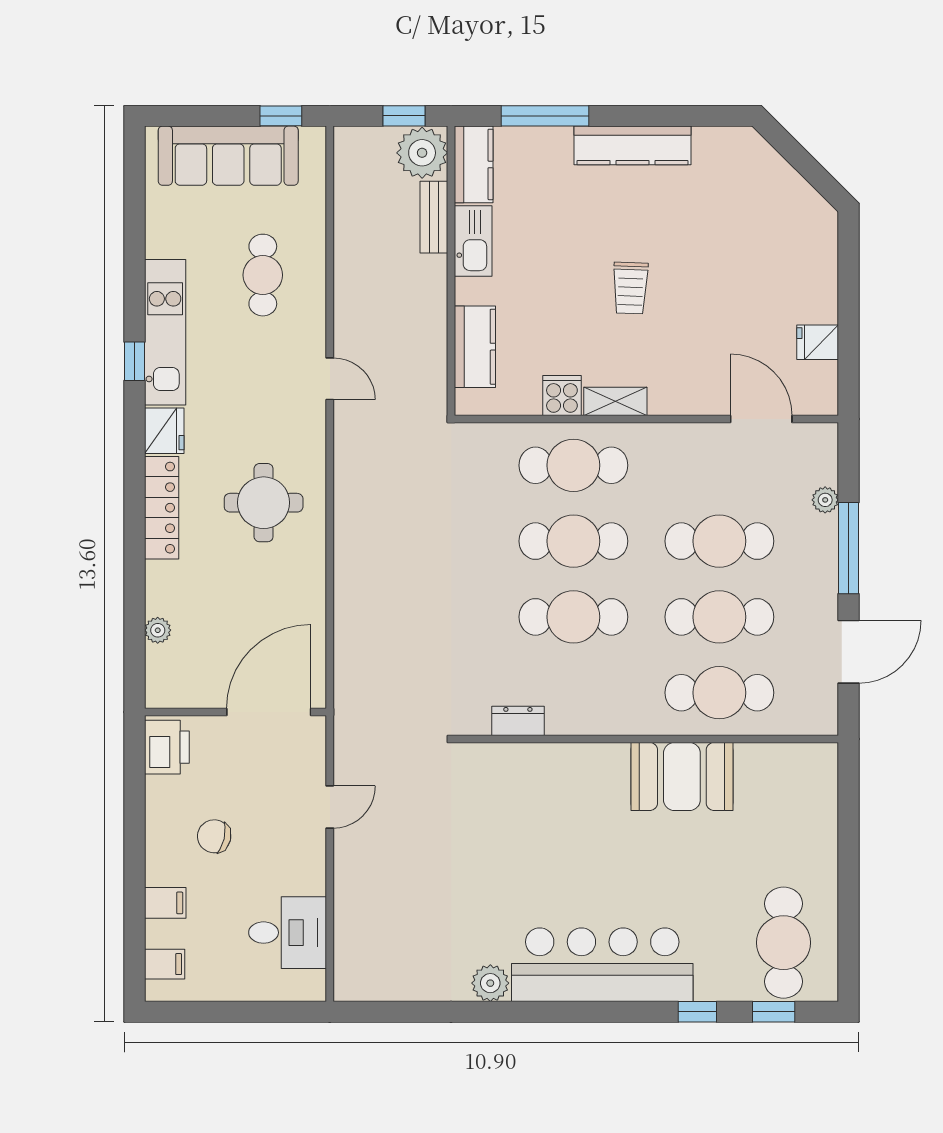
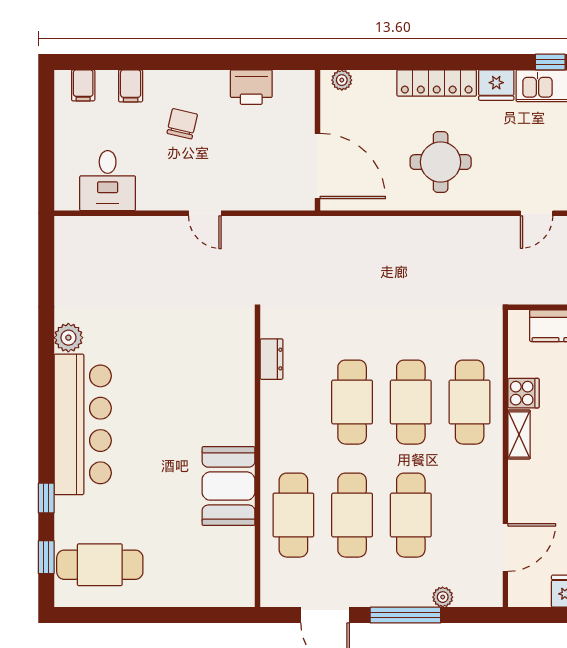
wall: (235, 712) -> (318, 140), moved
door: (269, 712) -> (318, 166), moved

